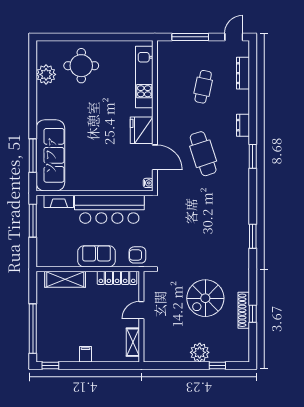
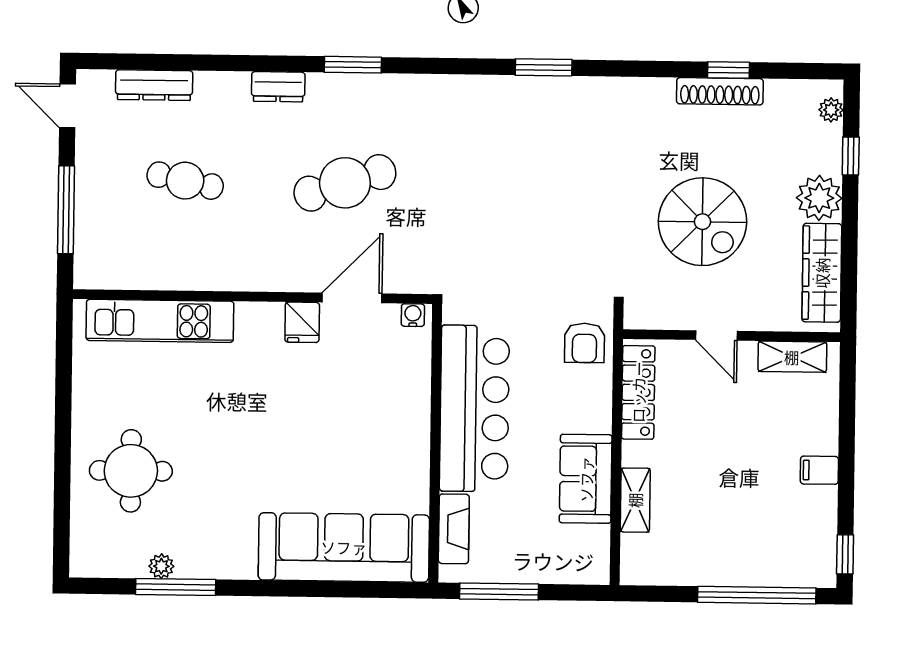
plant: (46, 74) -> (161, 566), width x0.53, depth x0.53
fridge: (142, 130) -> (302, 322), width x0.53, depth x0.75
window: (33, 156) -> (176, 587), moved
sofa: (96, 256) -> (586, 479), moved
shelving: (65, 279) -> (635, 500), width x0.67, depth x0.75
spiral stairs: (205, 298) -> (702, 222), moved
wardrobe: (168, 354) -> (822, 273), added
plant: (237, 357) -> (831, 110), added

